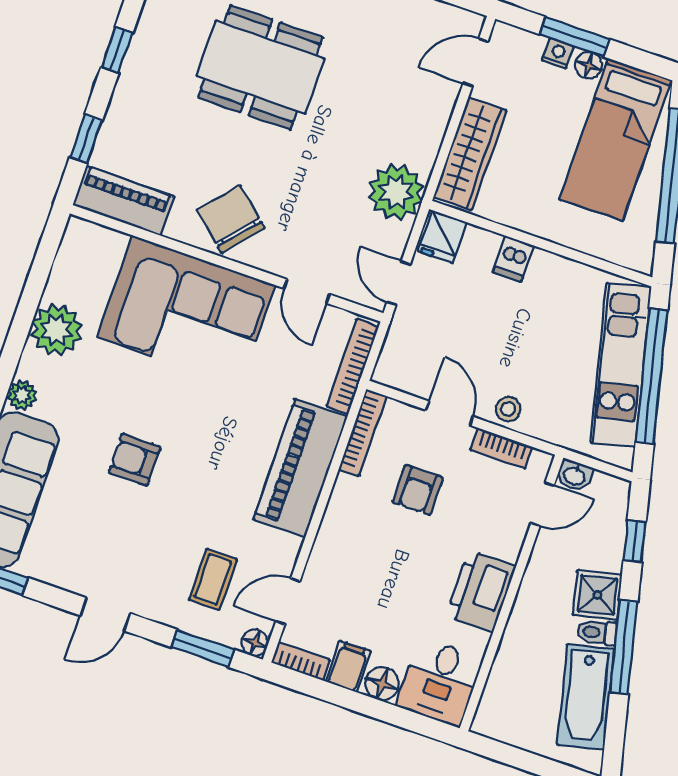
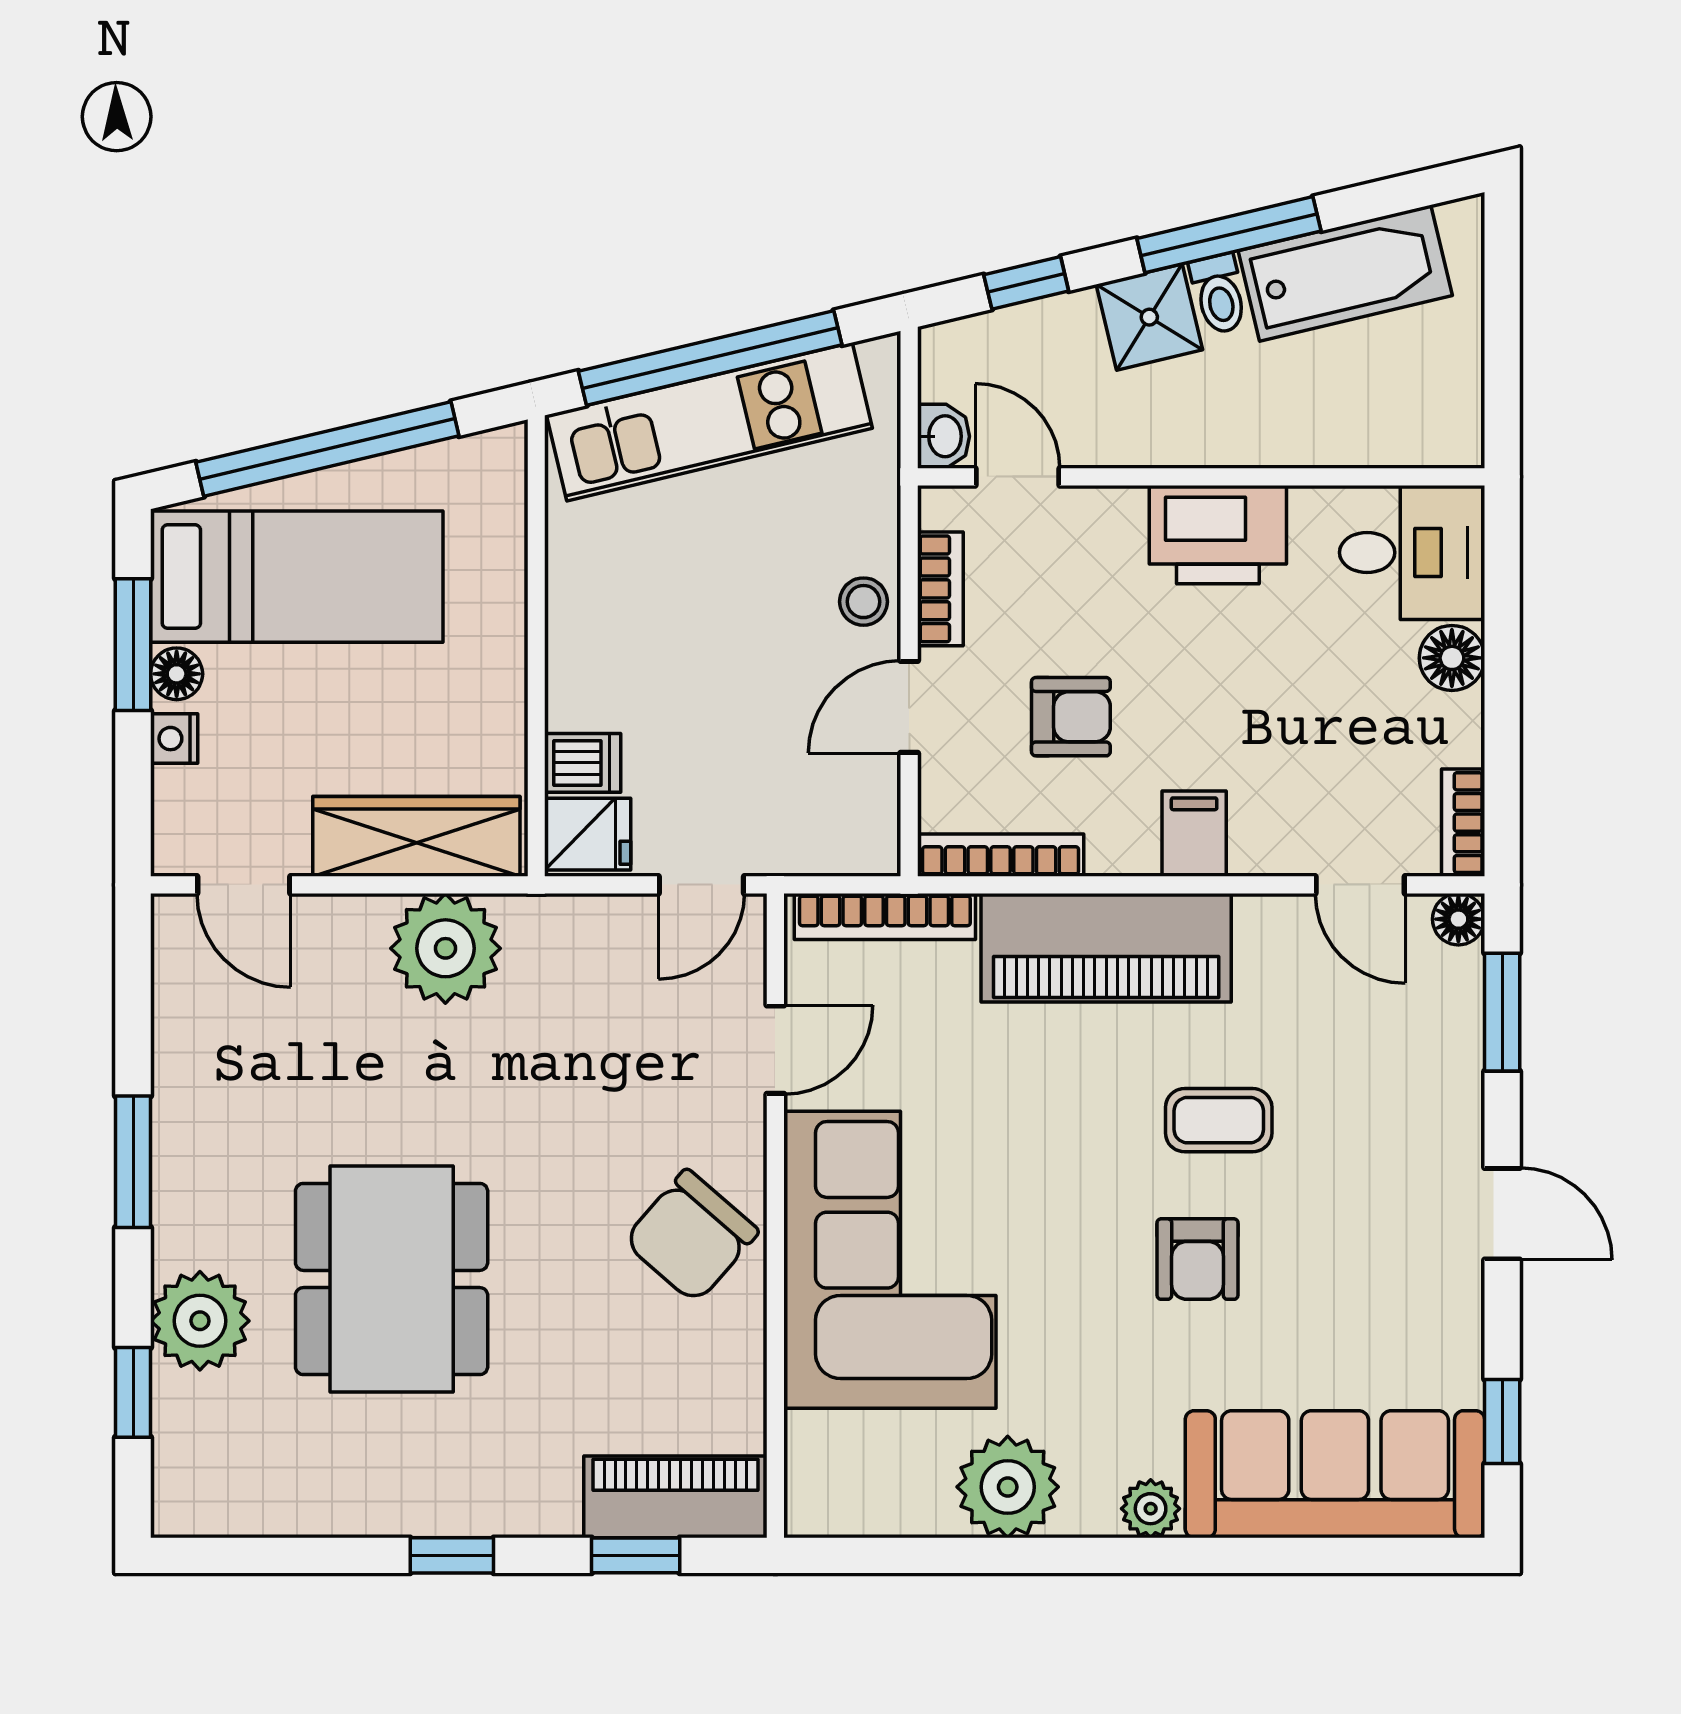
window: (574, 37) -> (133, 645), moved
plant: (396, 192) -> (445, 948), moved
piano: (124, 201) -> (675, 1497), moved, turned 90
dishwasher: (513, 259) -> (583, 763), moved
coffee table: (213, 579) -> (1219, 1120), moved
filing cabinet: (348, 666) -> (1194, 834), moved, turned 90

